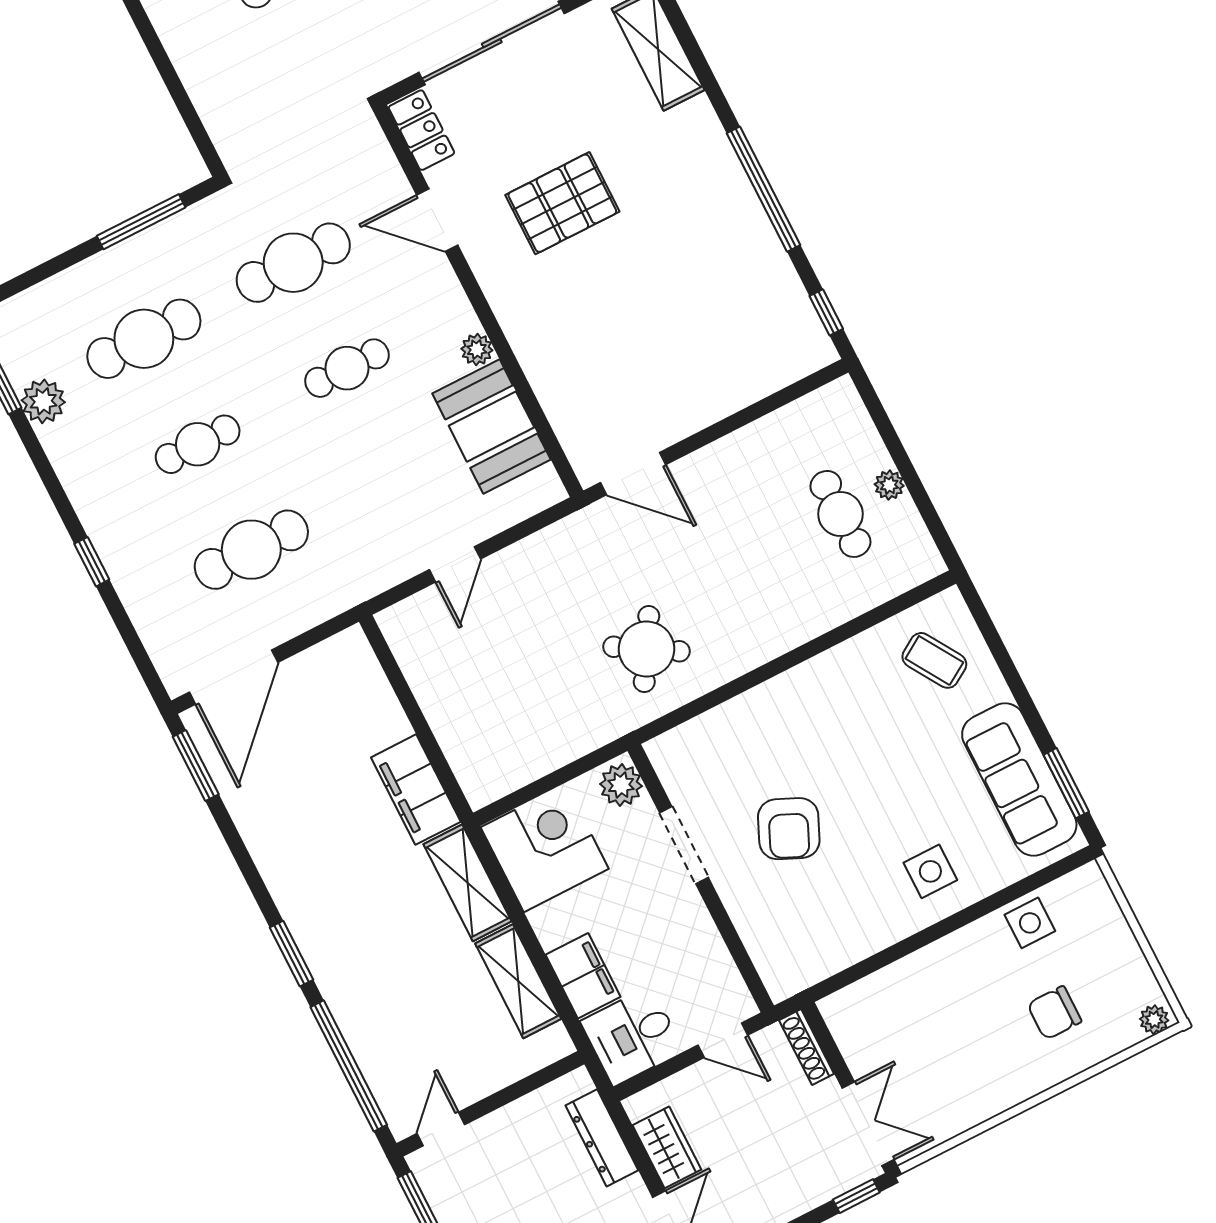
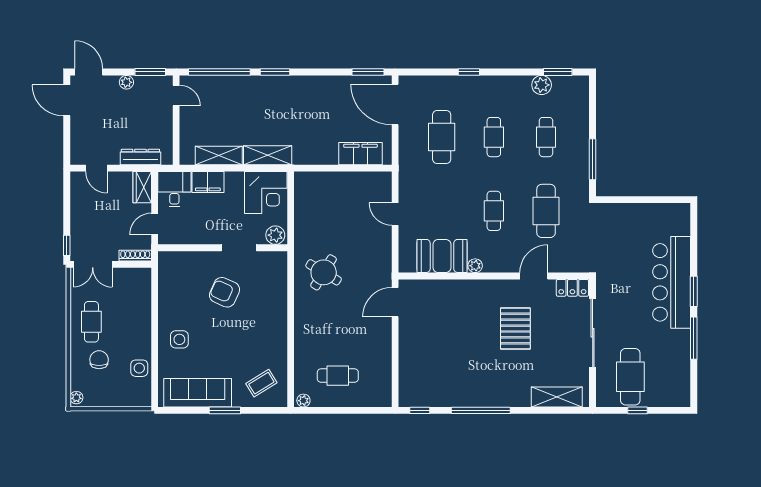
cafe table: (144, 339) -> (546, 137), width x0.73, depth x0.74
plant: (889, 485) -> (303, 401), moved
window: (1066, 783) -> (225, 410), moved
filing cabinet: (416, 790) -> (360, 154), moved
cafe table: (986, 1067) -> (91, 322), added
wardrobe: (667, 1147) -> (142, 187), moved, turned 90

